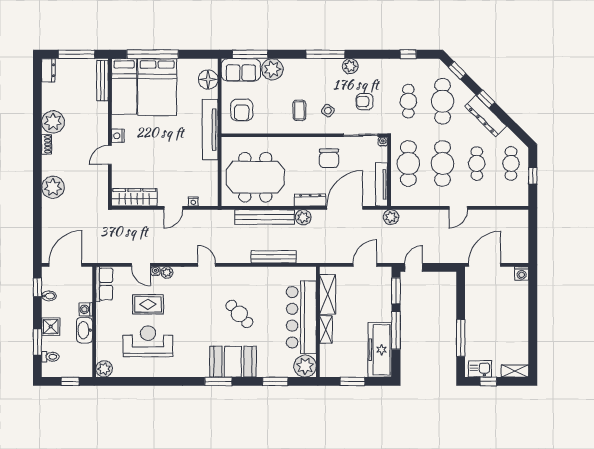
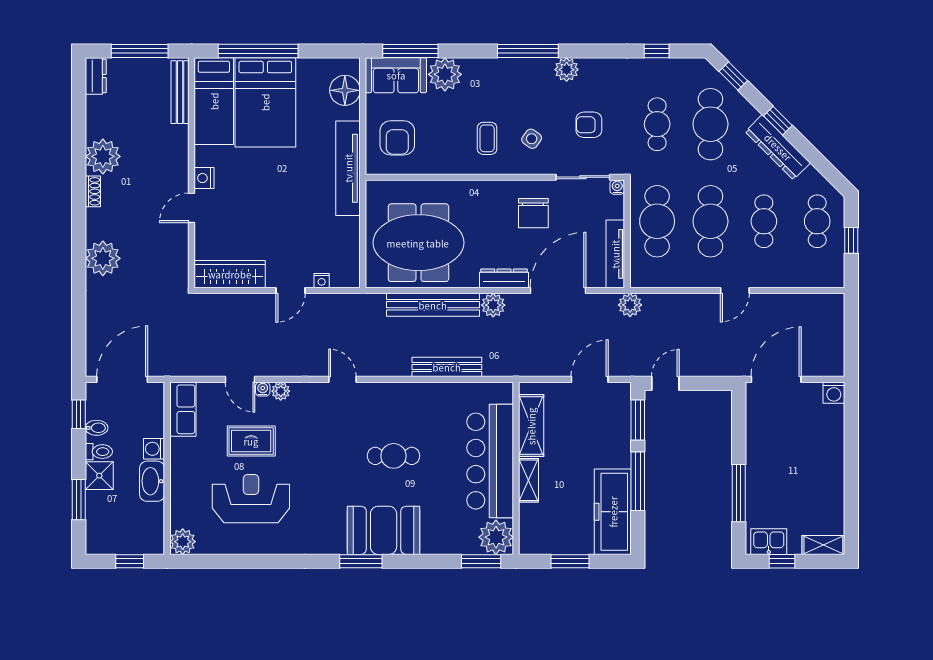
cafe table: (239, 314) -> (394, 456), turned -47
toilet: (50, 357) -> (99, 452), moved
window: (275, 381) -> (481, 561), moved

